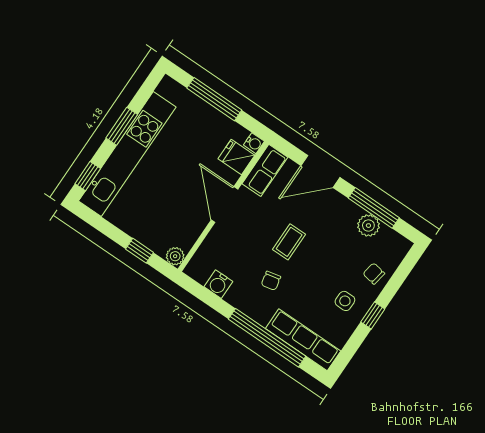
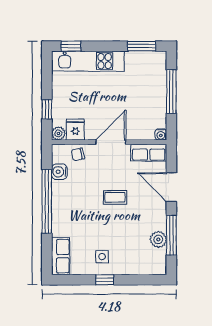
window: (122, 126) -> (142, 46), moved
kitchen unit: (127, 154) -> (88, 61), width x0.73
fridge: (236, 157) -> (75, 130), moved
chair: (374, 274) -> (131, 263), removed
chair: (271, 281) -> (78, 154), moved
window: (267, 338) -> (47, 201), moved
row of seats: (303, 340) -> (61, 256), width x0.68

